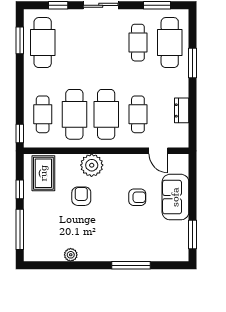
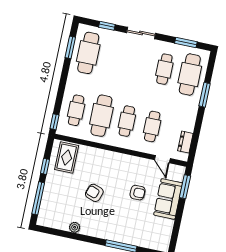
dresser: (182, 110) -> (185, 142), moved
cafe table: (106, 114) -> (127, 121), width x0.73, depth x0.74
plant: (92, 165) -> (107, 159), removed
armchair: (81, 196) -> (94, 193), moved, turned -71
window: (193, 235) -> (185, 187), moved

